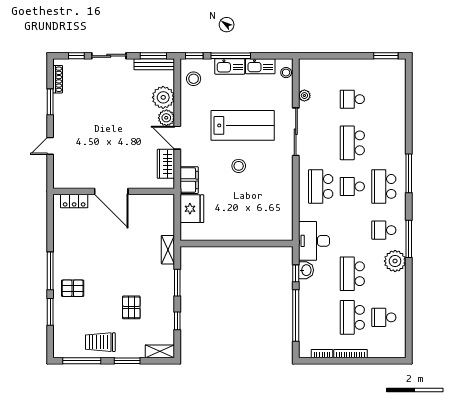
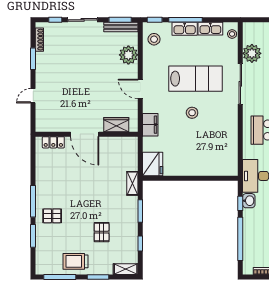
plant: (304, 96) -> (252, 53), width x1.88, depth x1.88
plant: (166, 118) -> (131, 72), removed
wardrobe: (166, 164) -> (116, 125), moved, turned 90
fridge: (192, 209) -> (153, 164), moved

